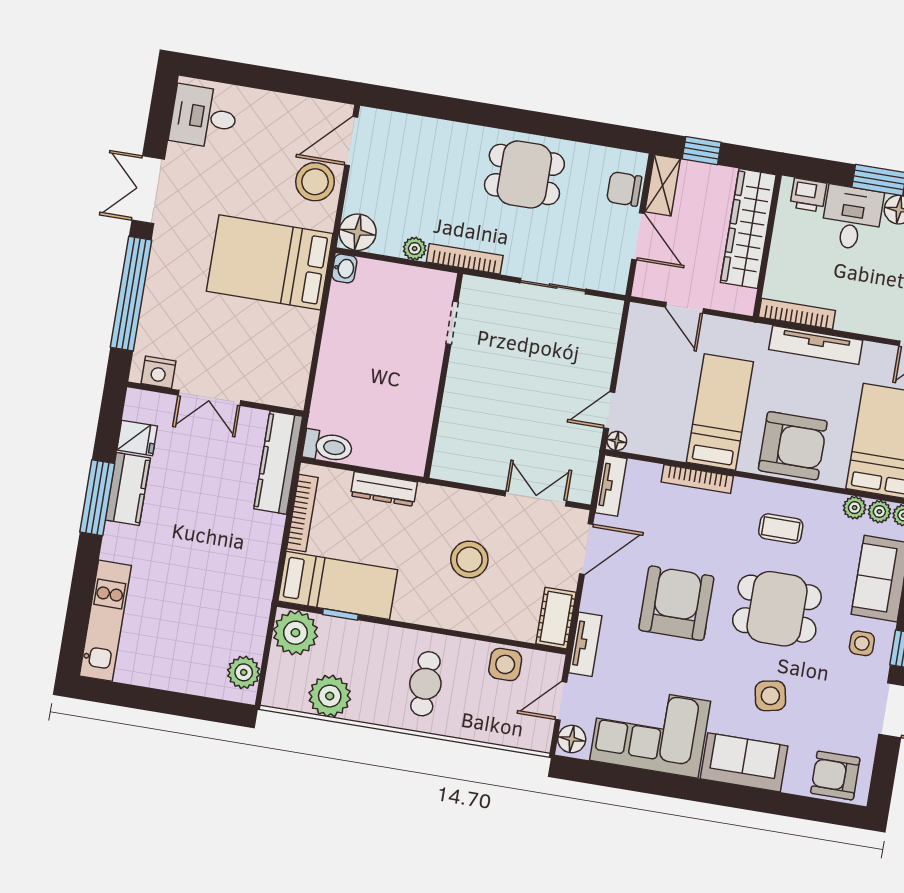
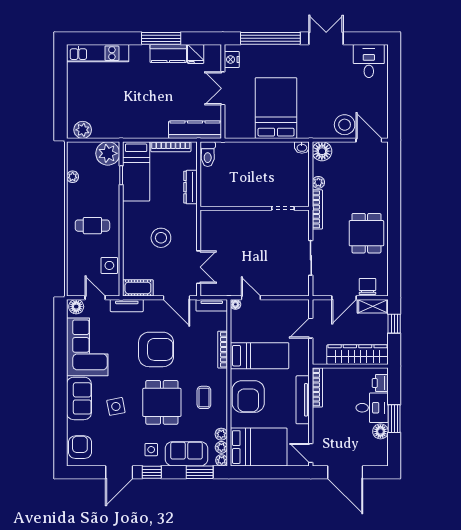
bed: (270, 262) -> (276, 108), moved
plant: (330, 696) -> (73, 177), width x0.53, depth x0.53

